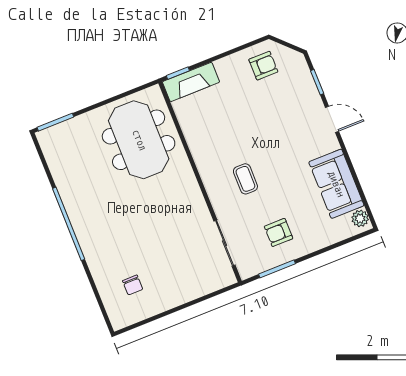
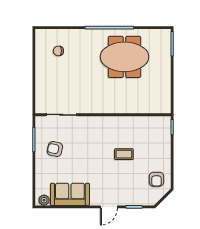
fireplace: (191, 82) -> (164, 133), removed
meeting table: (139, 140) -> (125, 57), moved
coffee table: (245, 179) -> (124, 154), moved
armchair: (279, 232) -> (55, 149), turned -78

